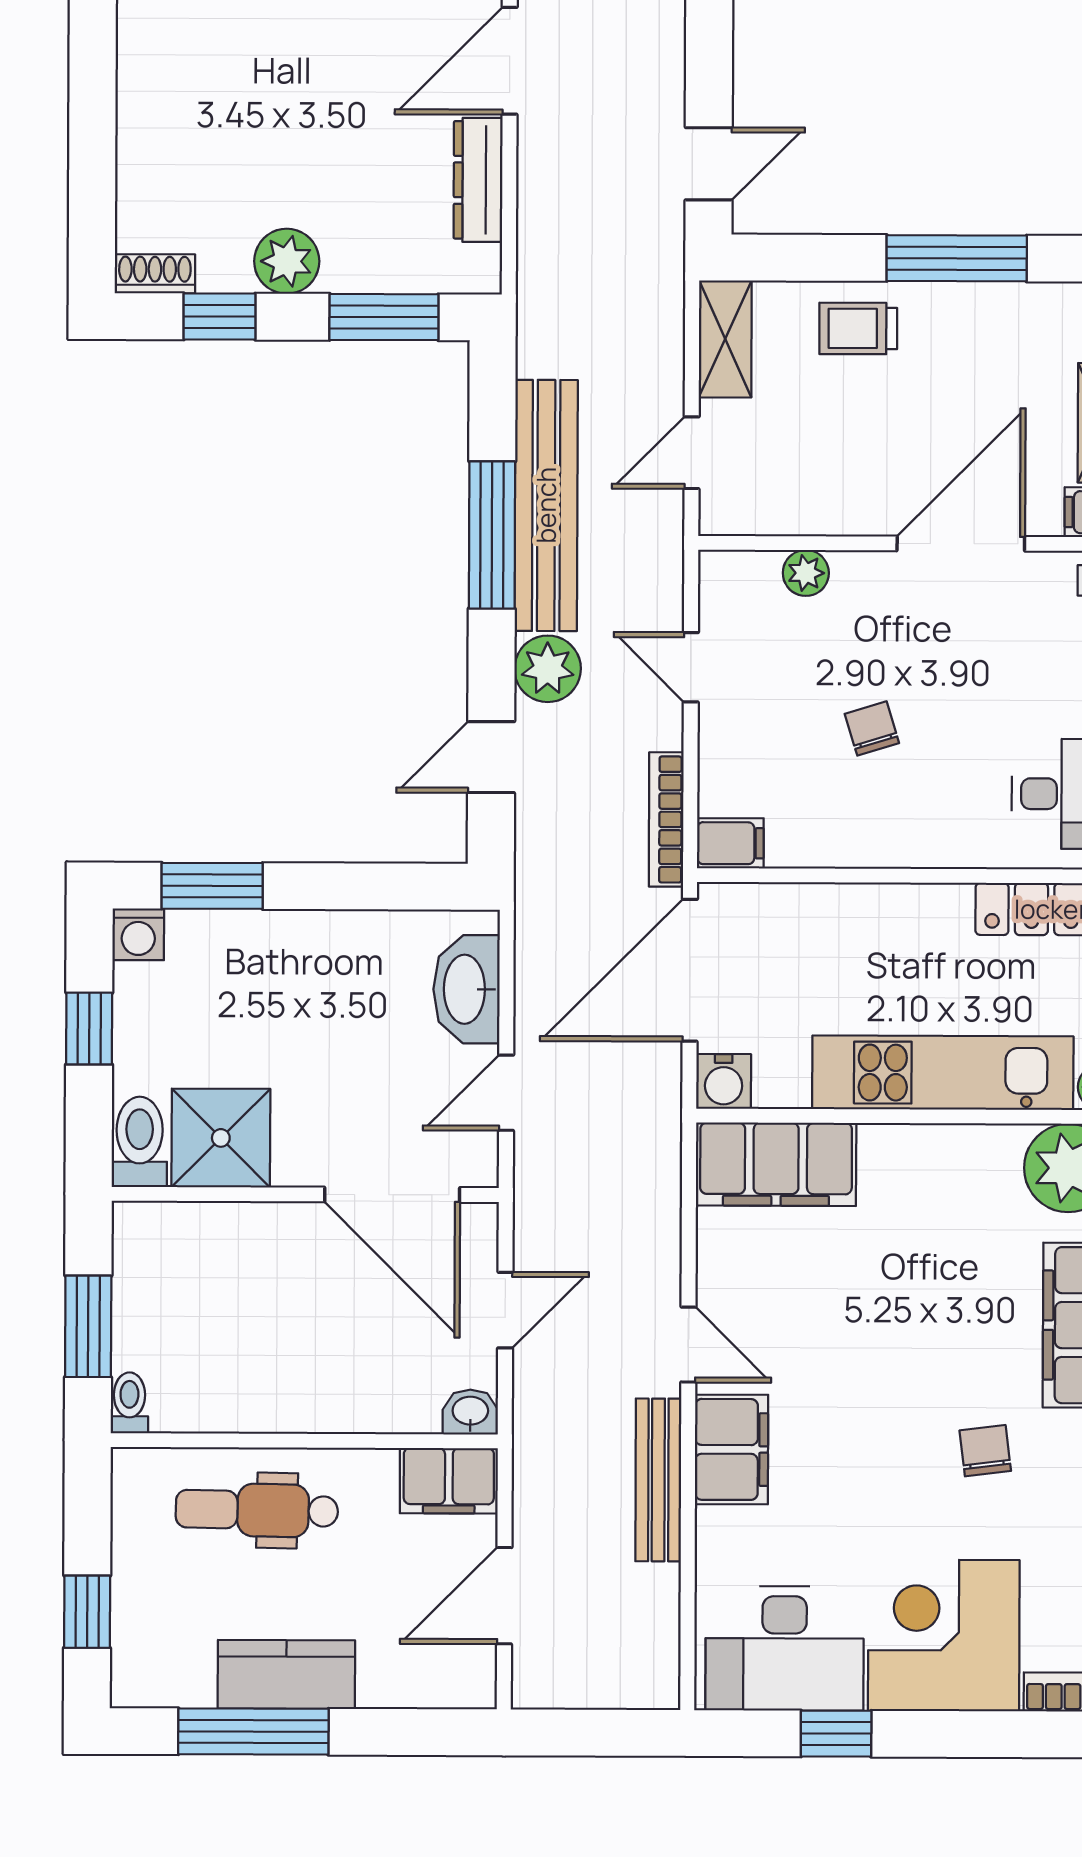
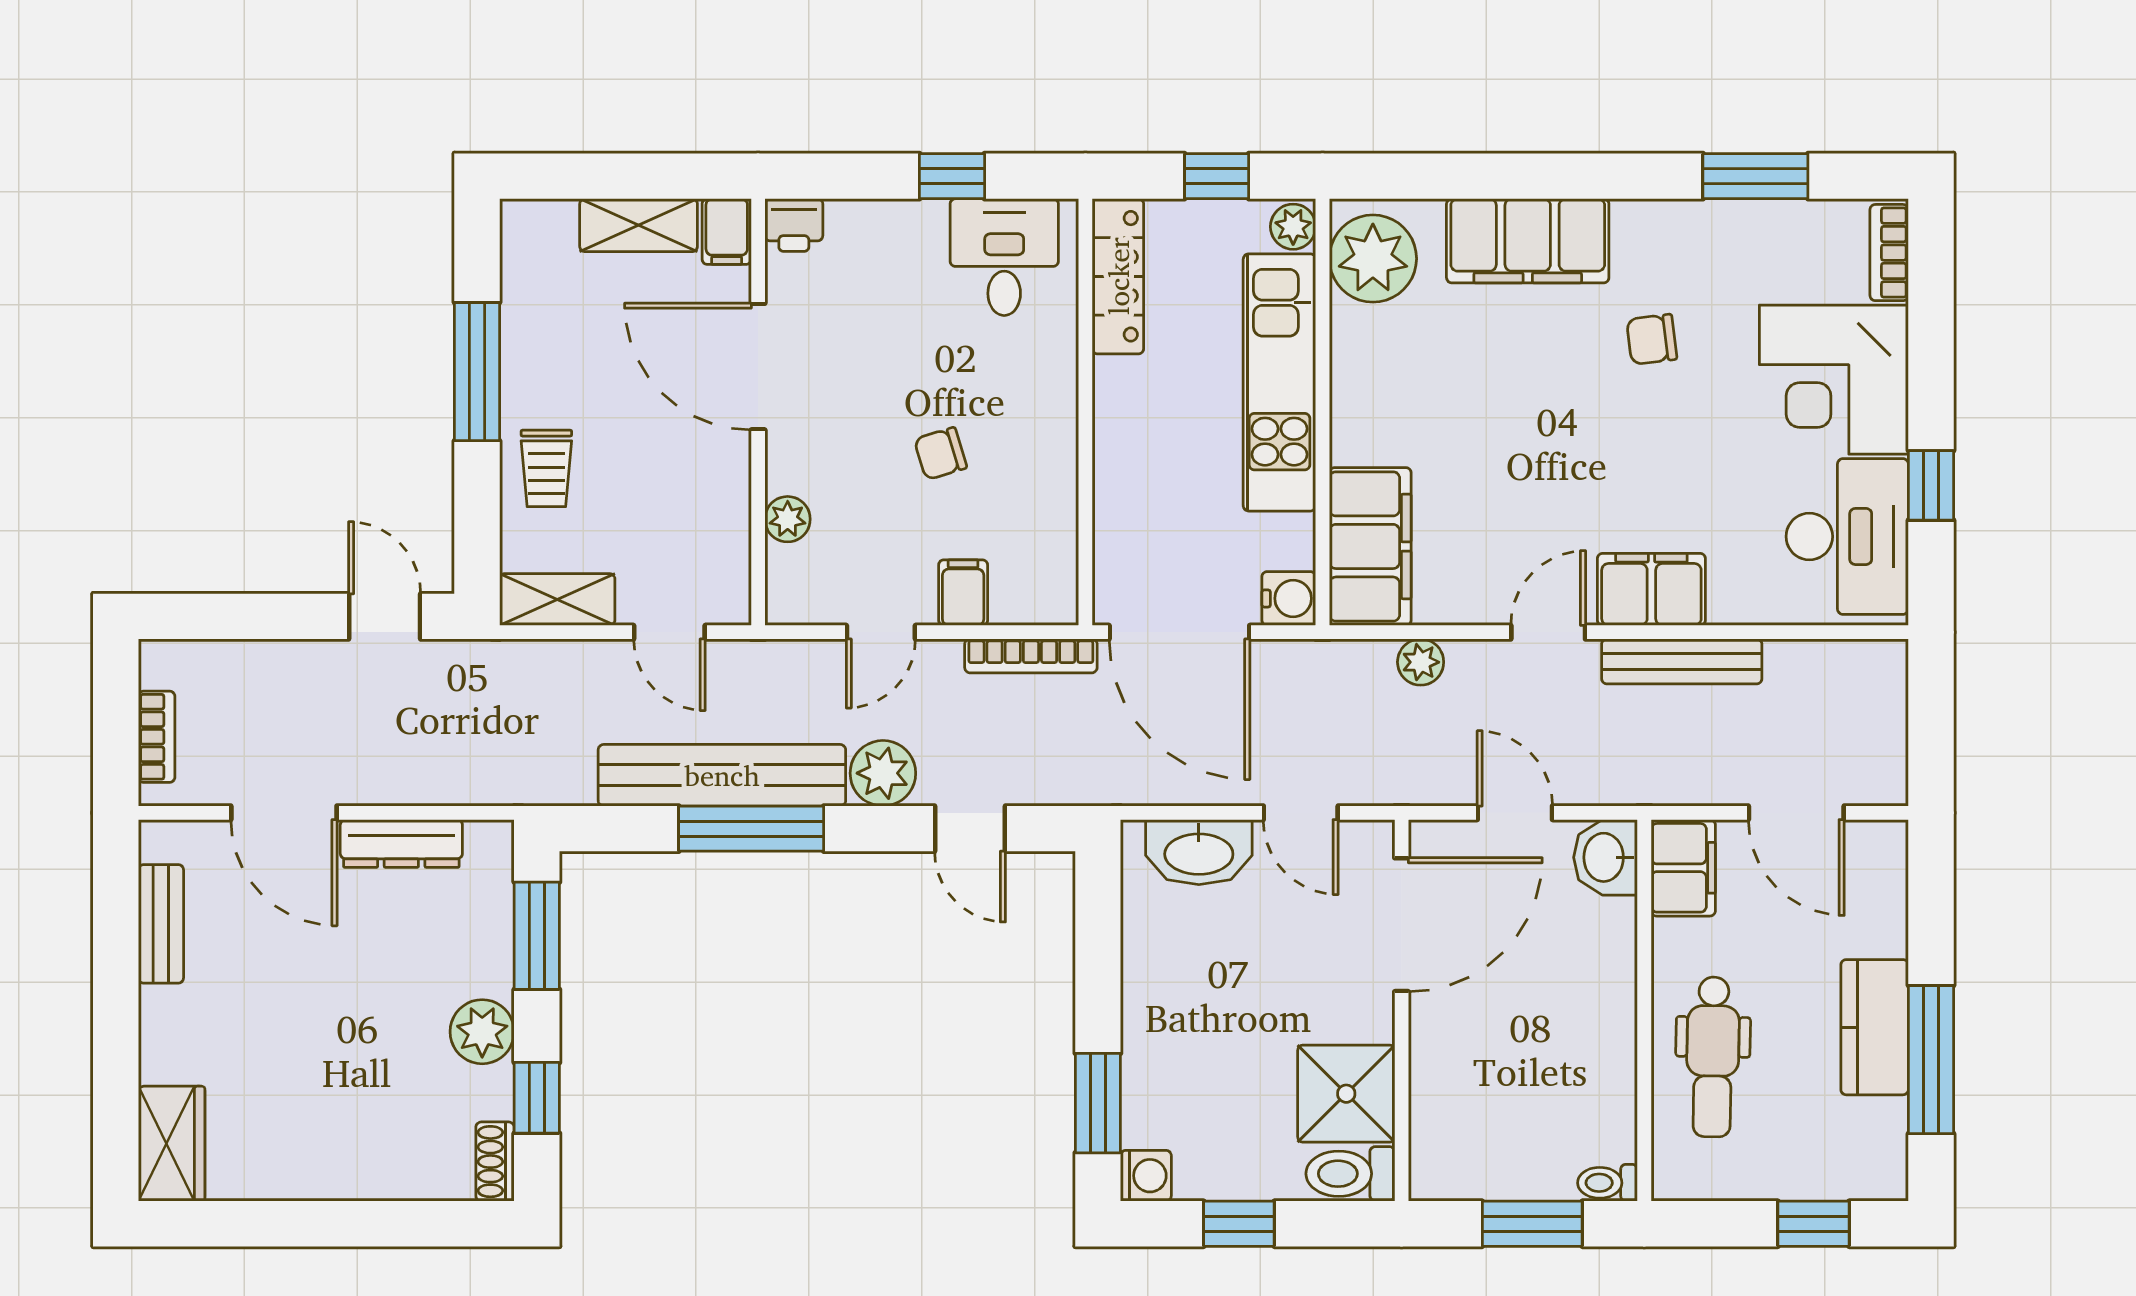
filing cabinet: (730, 843) -> (963, 593), moved
plant: (659, 1215) -> (1421, 662), added
washbasin: (470, 1412) -> (1606, 857), width x1.38, depth x1.45

